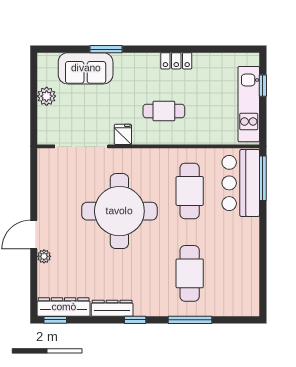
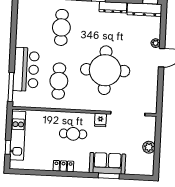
sofa: (86, 68) -> (107, 163), moved
bar counter: (241, 183) -> (26, 69), moved

